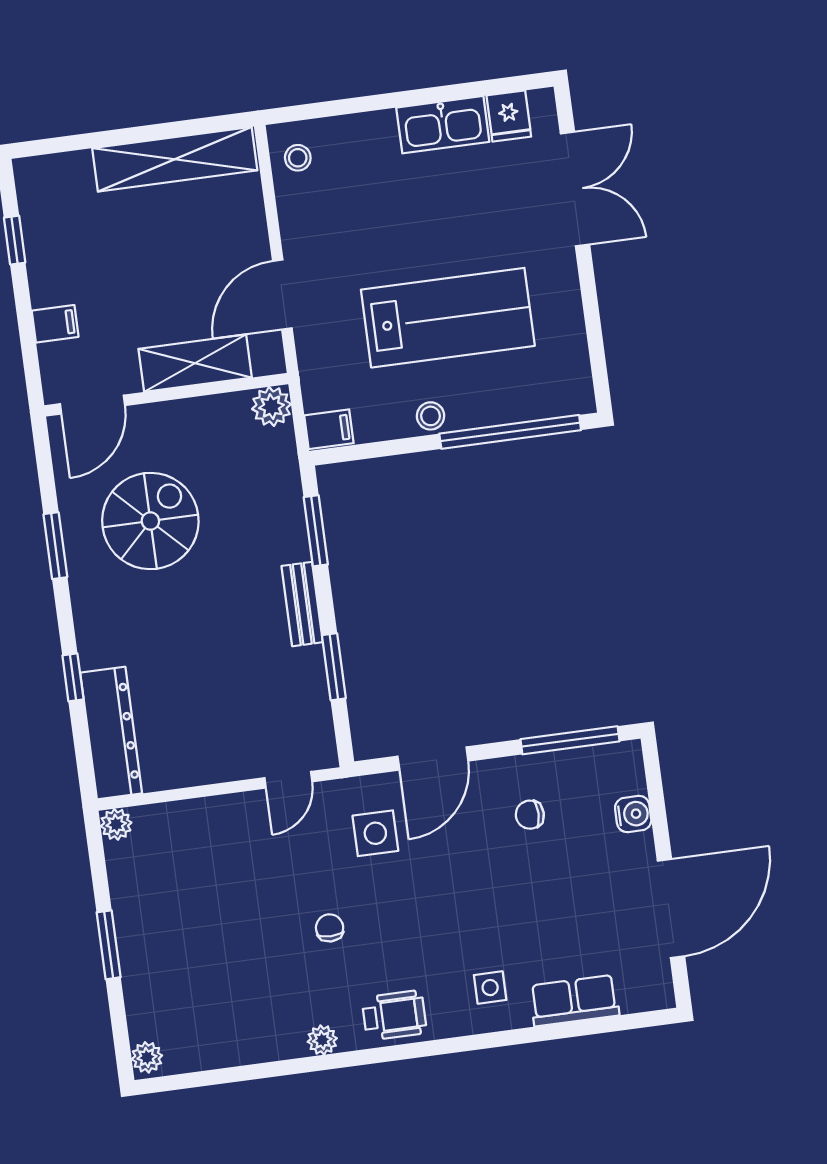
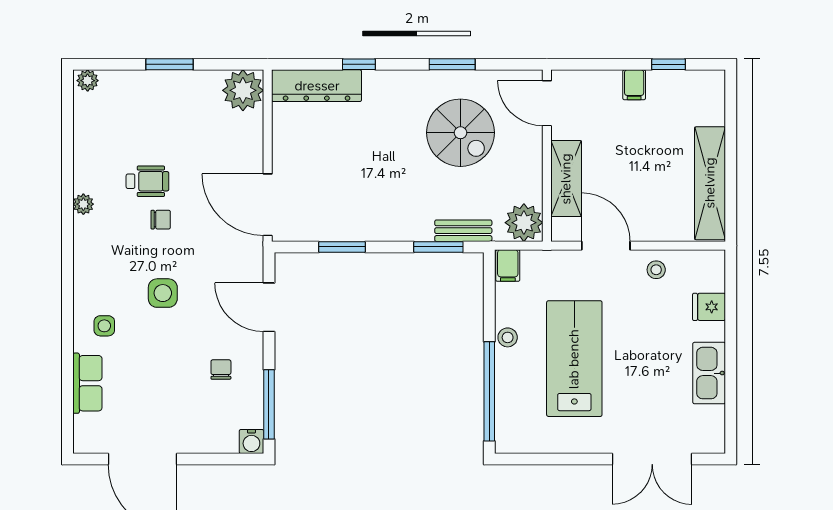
fridge: (509, 116) -> (709, 307), moved
stool: (298, 158) -> (656, 270), moved
lab bench: (448, 318) -> (574, 359), turned 180
filing cabinet: (55, 324) -> (634, 85), moved
plant: (272, 406) -> (524, 223), width x1.36, depth x1.36
bench: (302, 604) -> (463, 231), moved
door: (288, 780) -> (268, 205), width x1.87
water cooler: (633, 814) -> (251, 441), moved
plant: (116, 824) -> (243, 90), width x1.88, depth x1.88
side table: (375, 833) -> (163, 293), moved
wheelchair: (394, 1015) -> (147, 181), moved, turned -90

